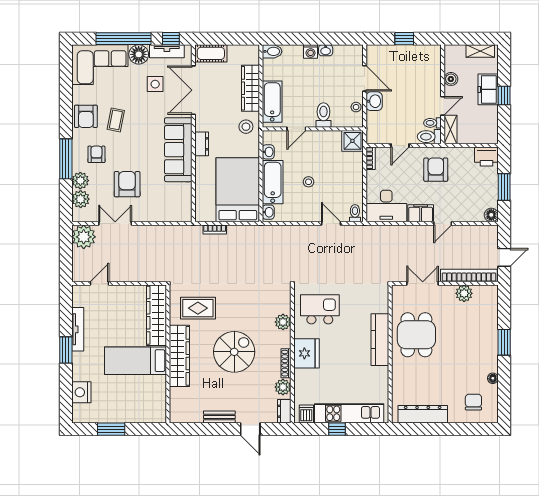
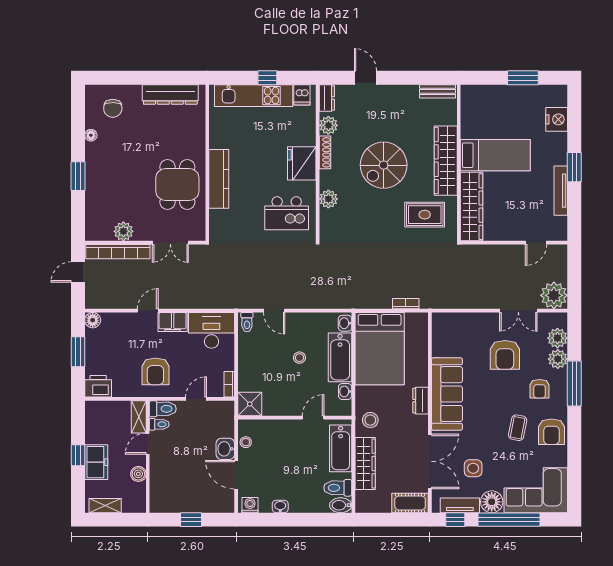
washing machine: (311, 52) -> (250, 505), moved
toilet: (323, 115) -> (338, 488), moved, turned 90
armchair: (86, 116) -> (552, 432), turned 180
bench: (219, 417) -> (438, 91), moved

